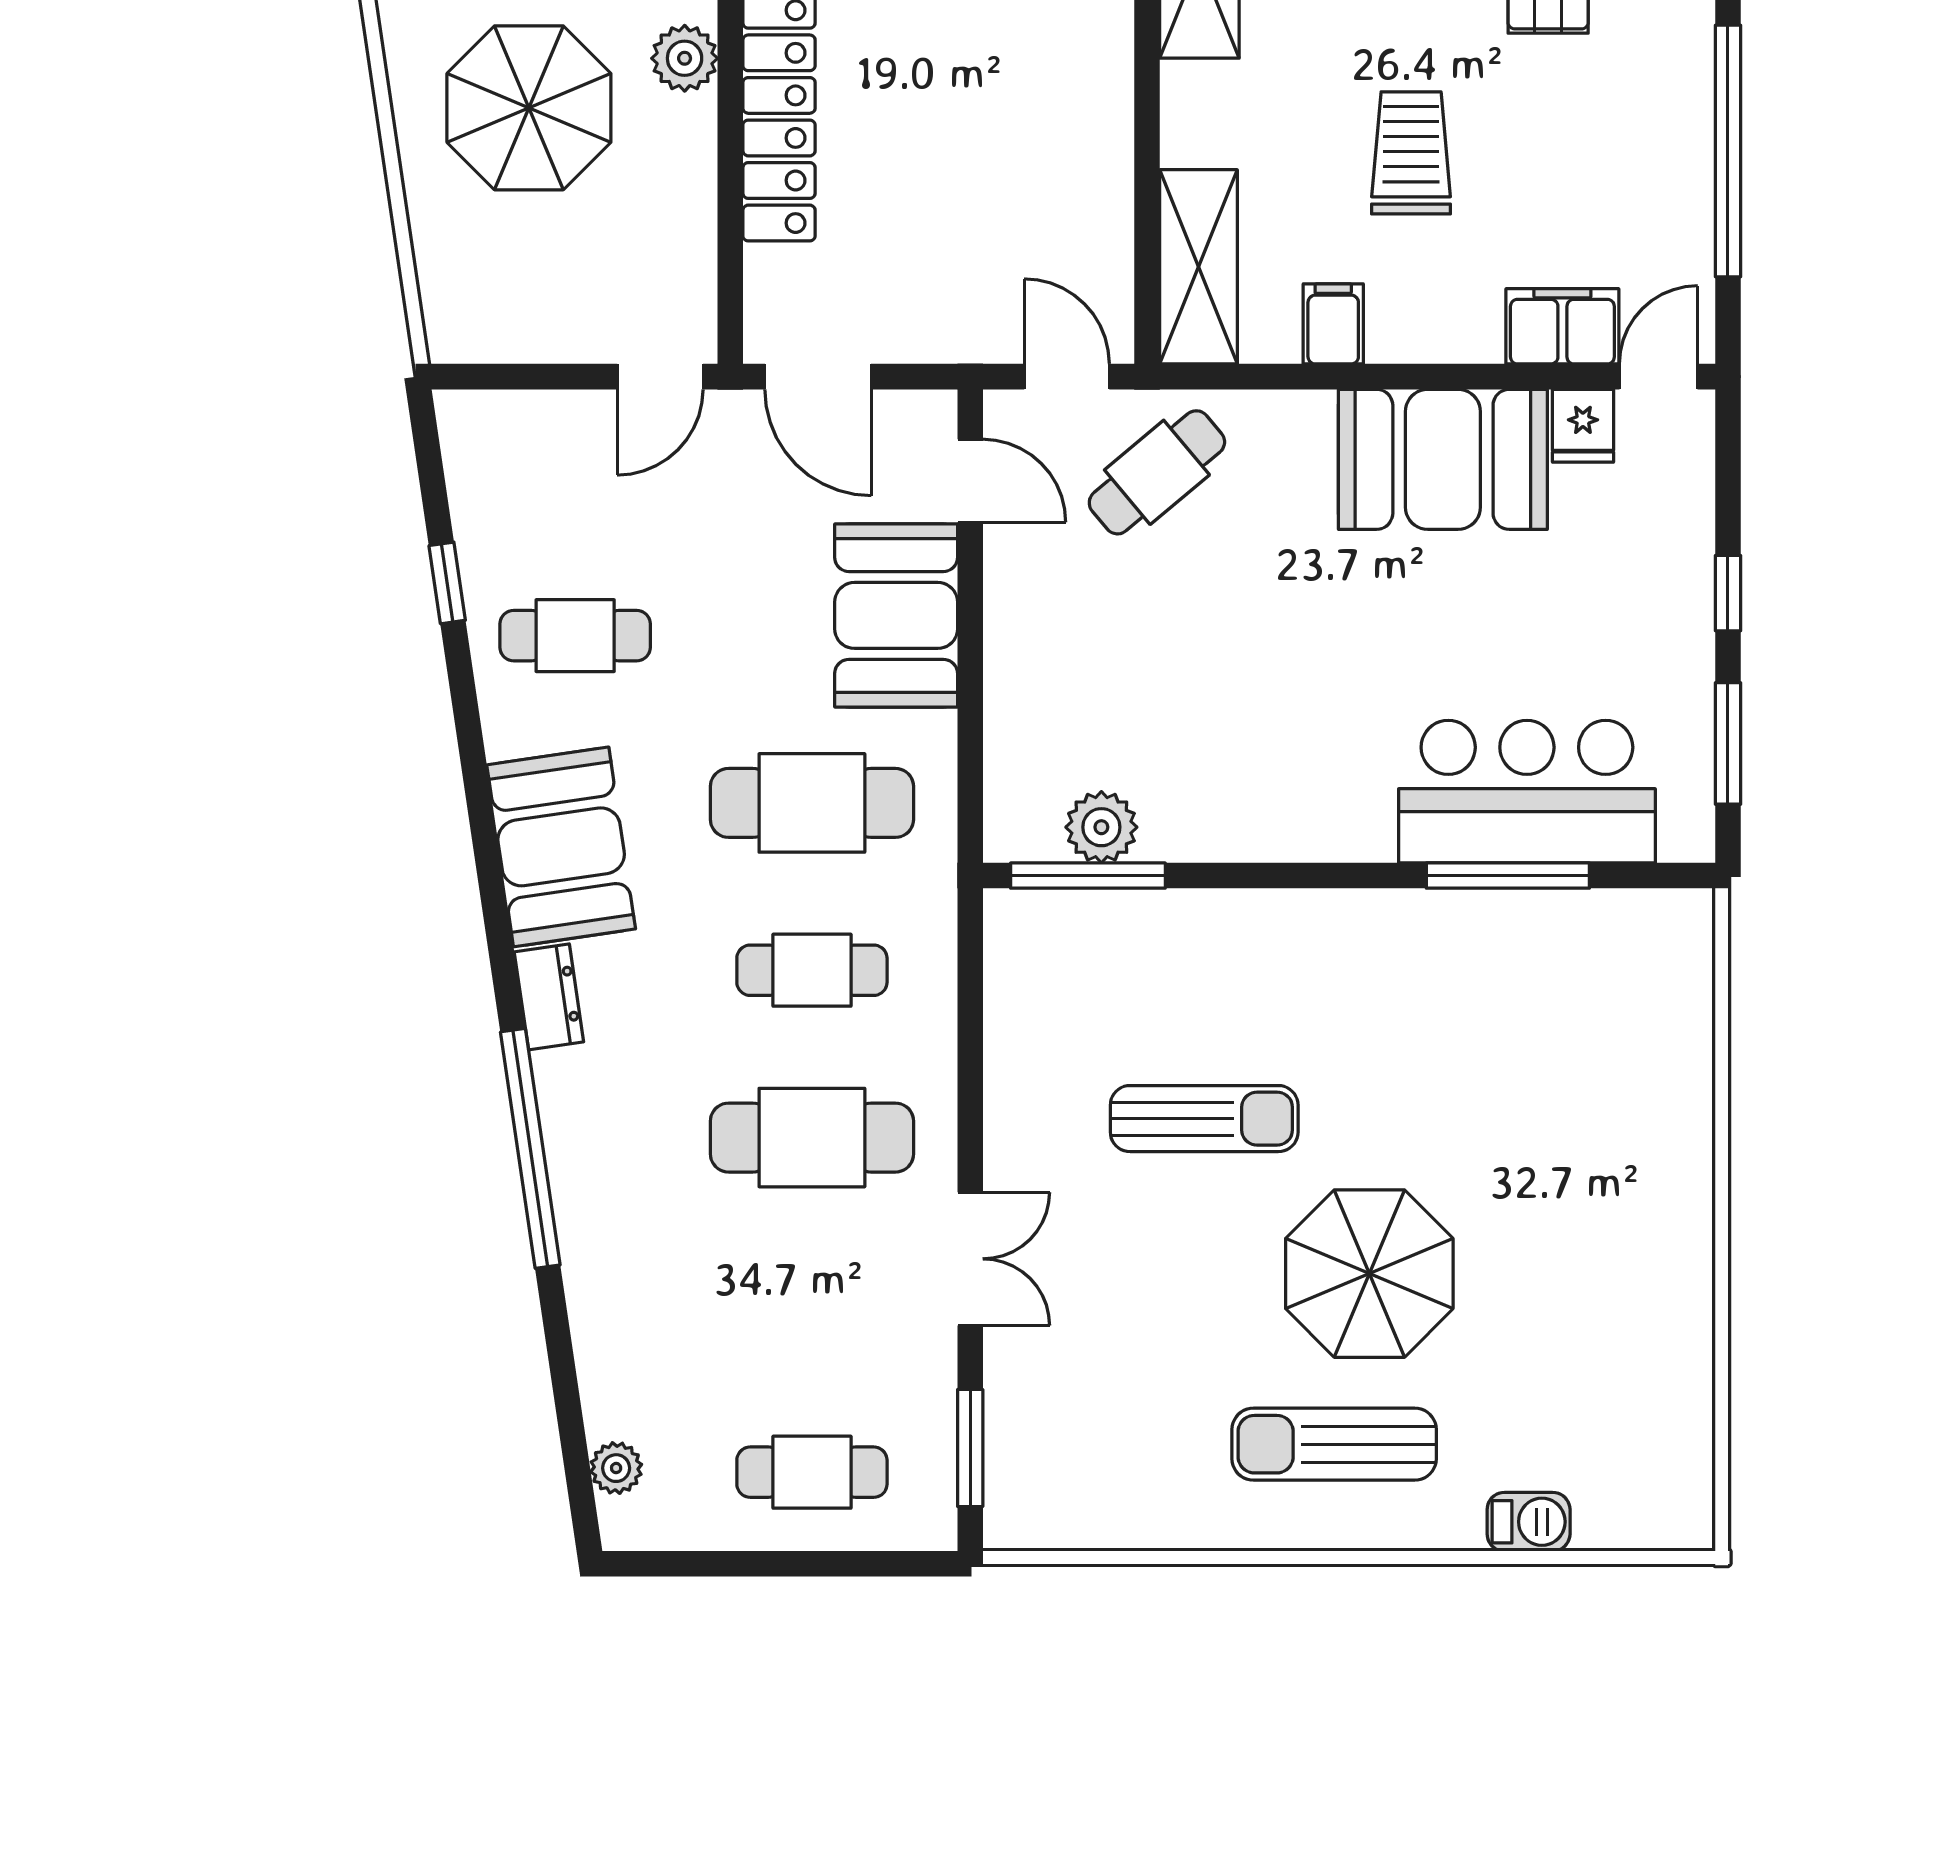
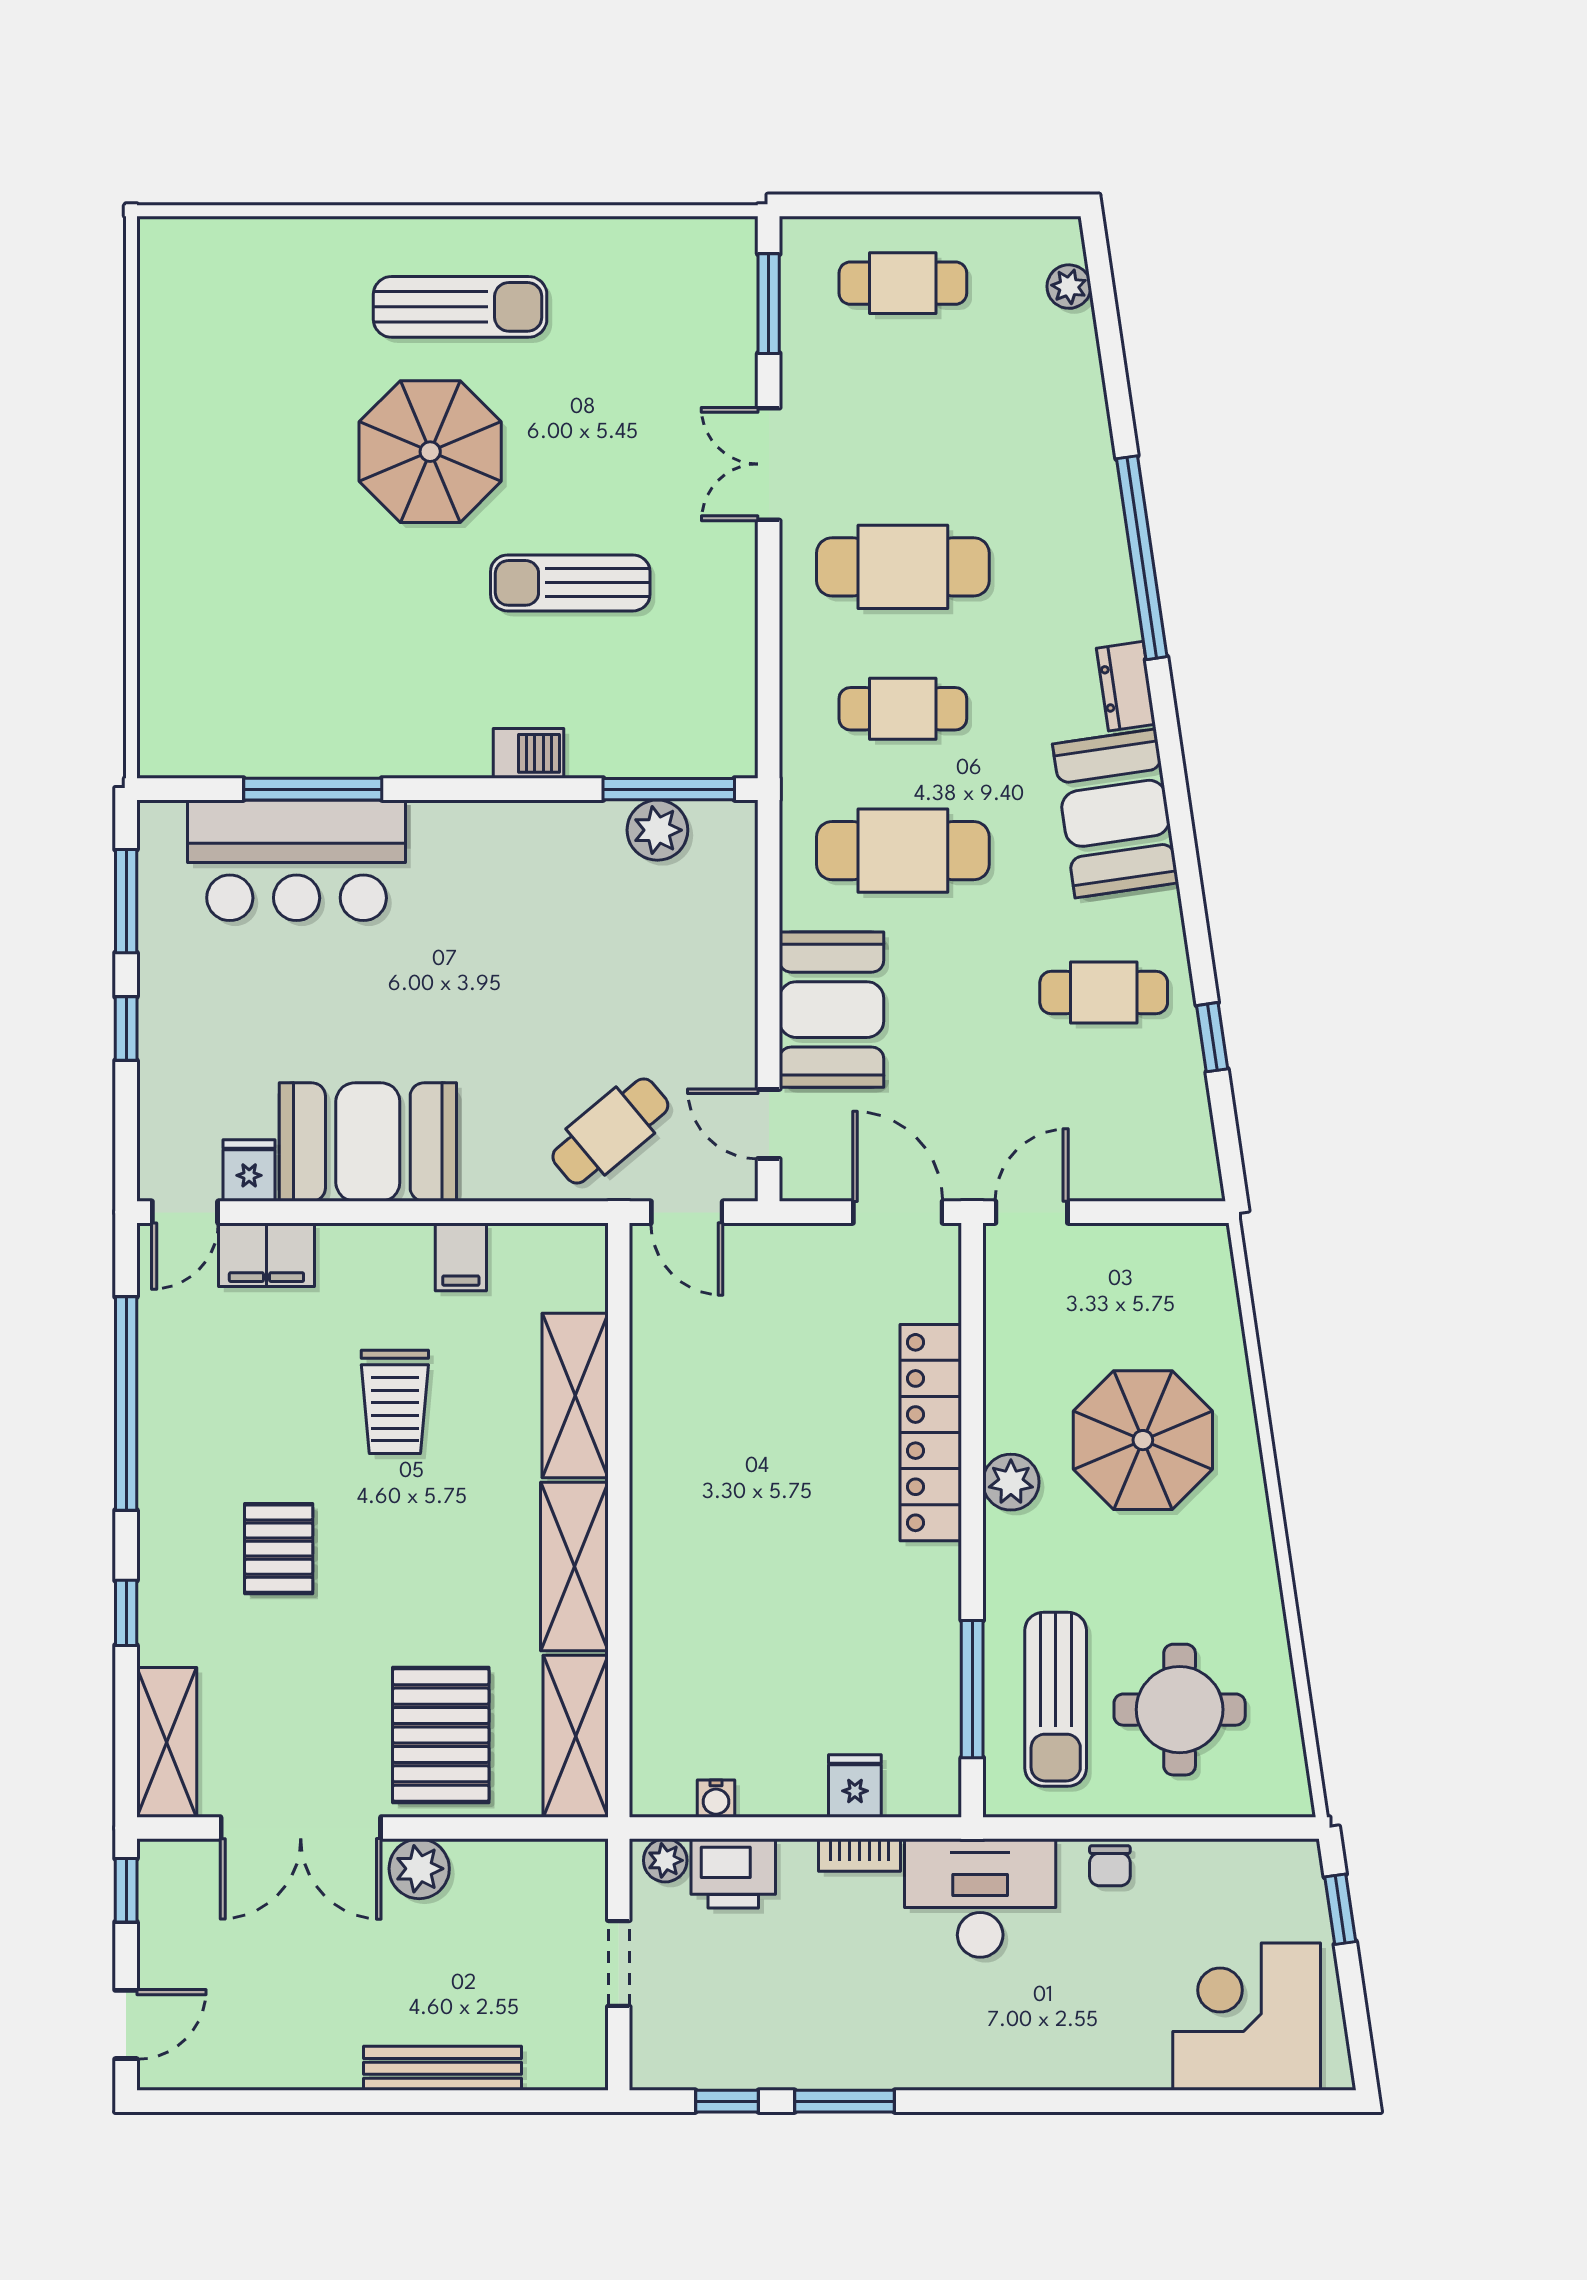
shelving: (1199, 267) -> (575, 1395), moved
barbecue: (1529, 1522) -> (529, 753), moved, turned 180

